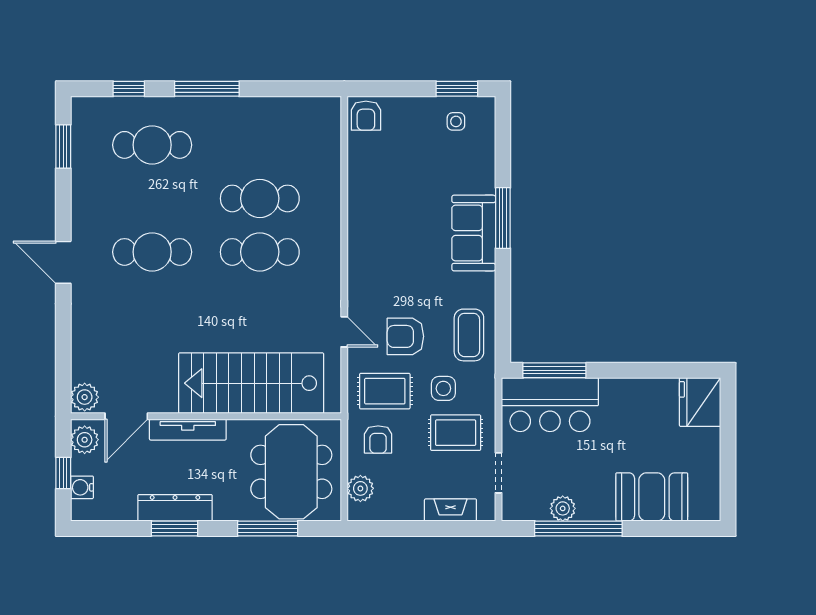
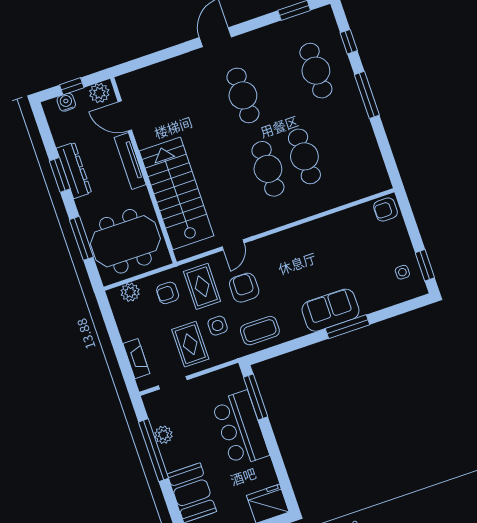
plant: (85, 397) -> (128, 83), removed
bar counter: (550, 405) -> (240, 429), moved

